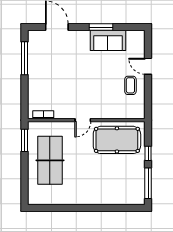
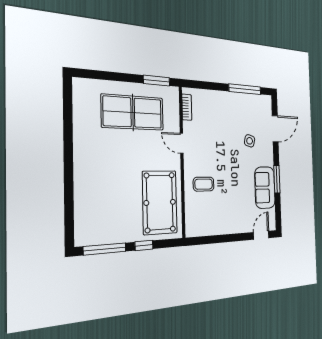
side table: (68, 55) -> (250, 141), added
door: (148, 66) -> (261, 235), moved
coffee table: (130, 85) -> (204, 184), moved
door: (83, 120) -> (182, 143), moved

